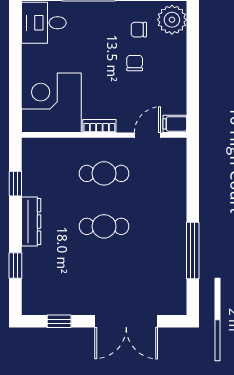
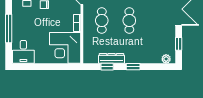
dresser: (31, 222) -> (111, 58), moved
window: (15, 266) -> (133, 67), moved
plant: (30, 297) -> (166, 59), added

